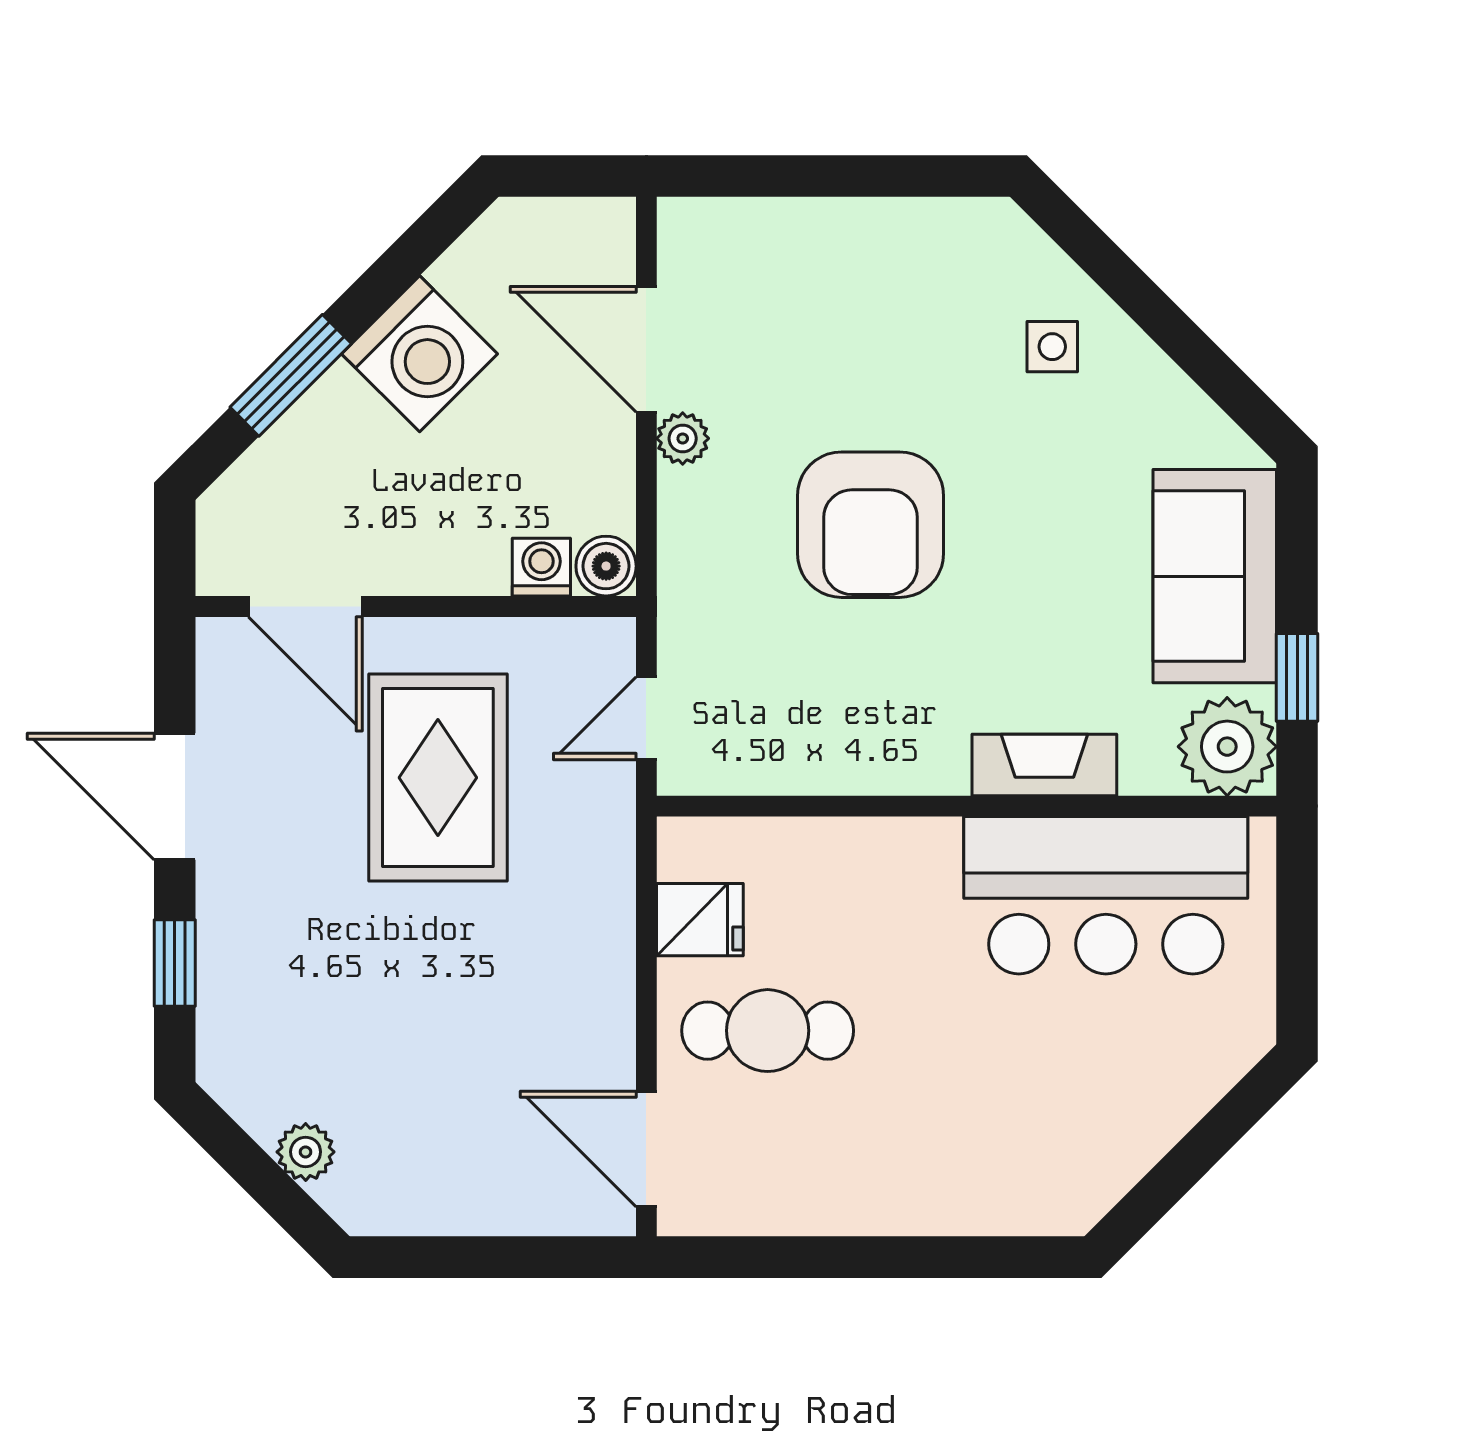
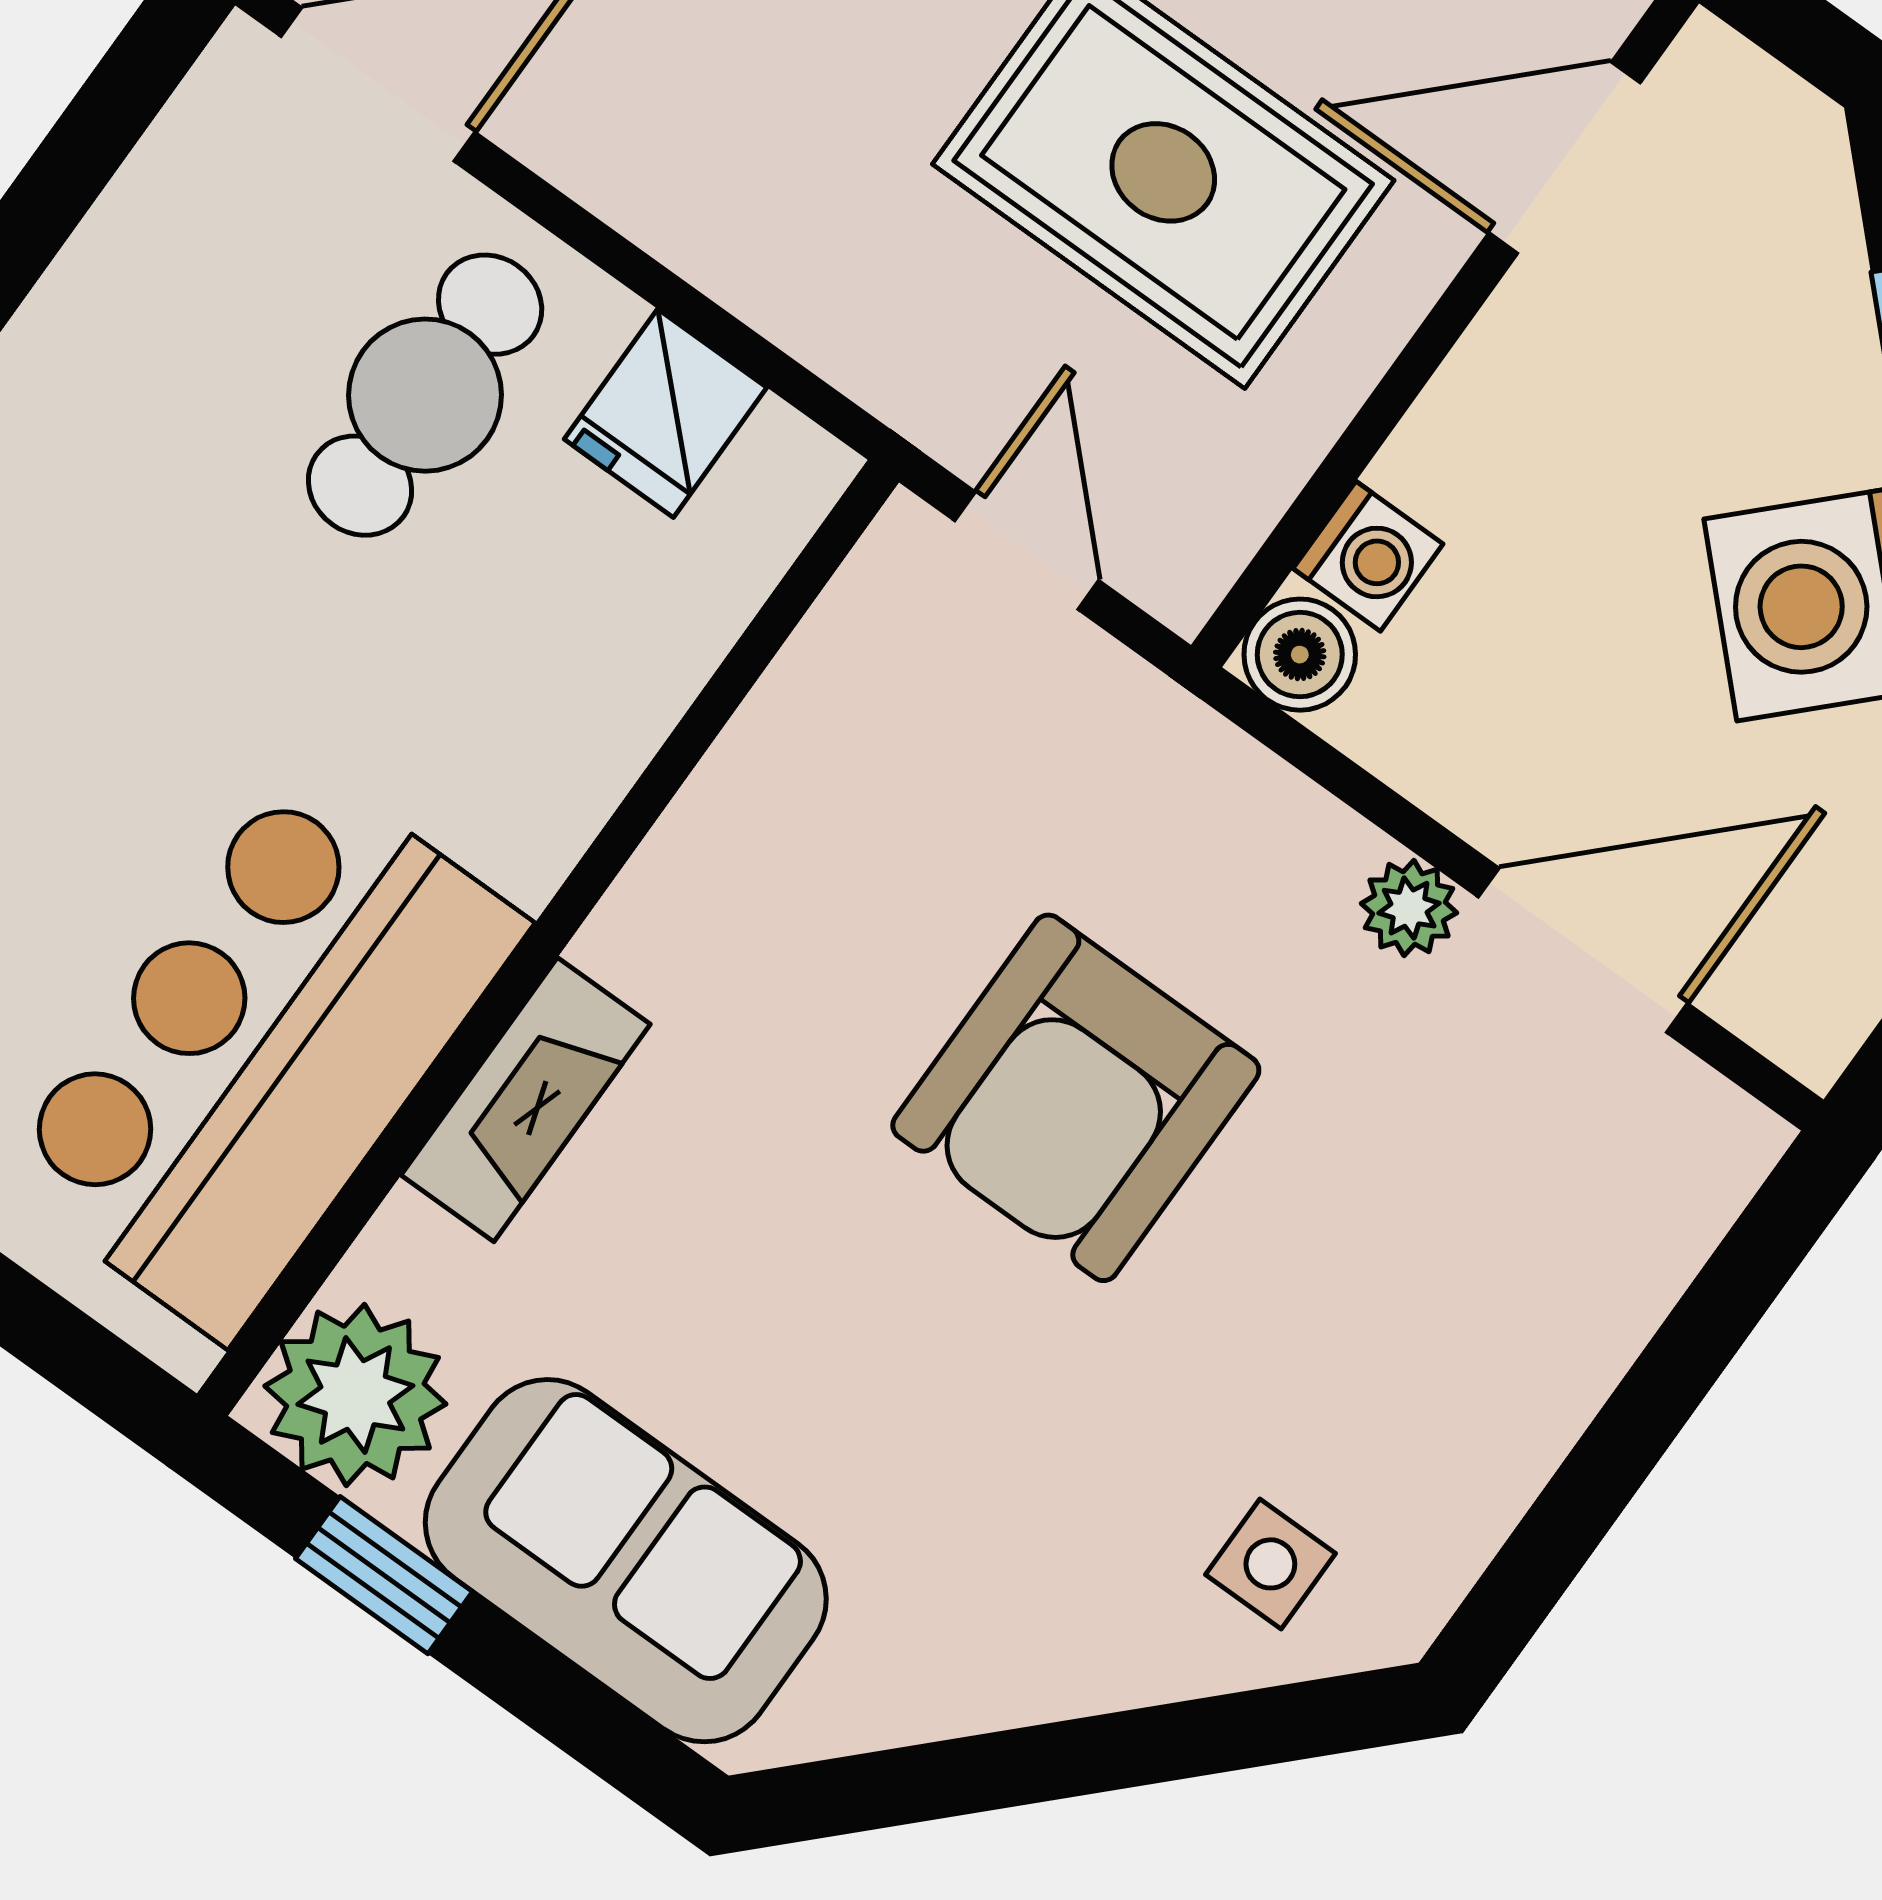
side table: (1052, 347) -> (1270, 1564), moved
armchair: (871, 525) -> (1076, 1098), turned -90

